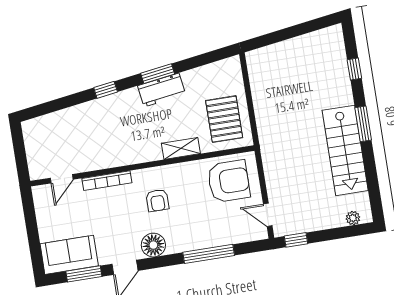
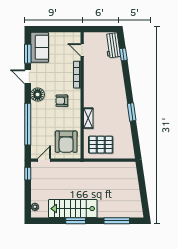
window: (354, 69) -> (117, 221), width x2.17
window: (106, 90) -> (123, 54), moved
workbench: (162, 90) -> (113, 45), moved
window: (363, 124) -> (76, 221), moved
window: (209, 254) -> (28, 124), width x1.46

